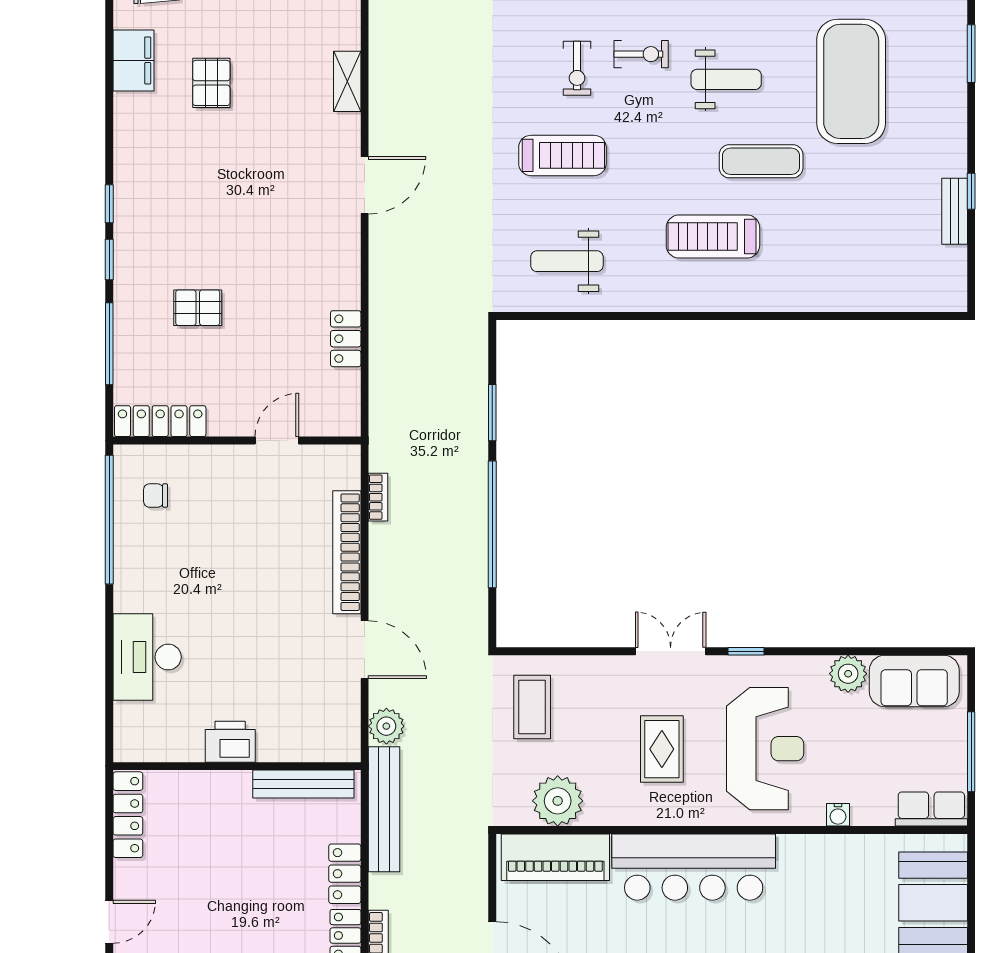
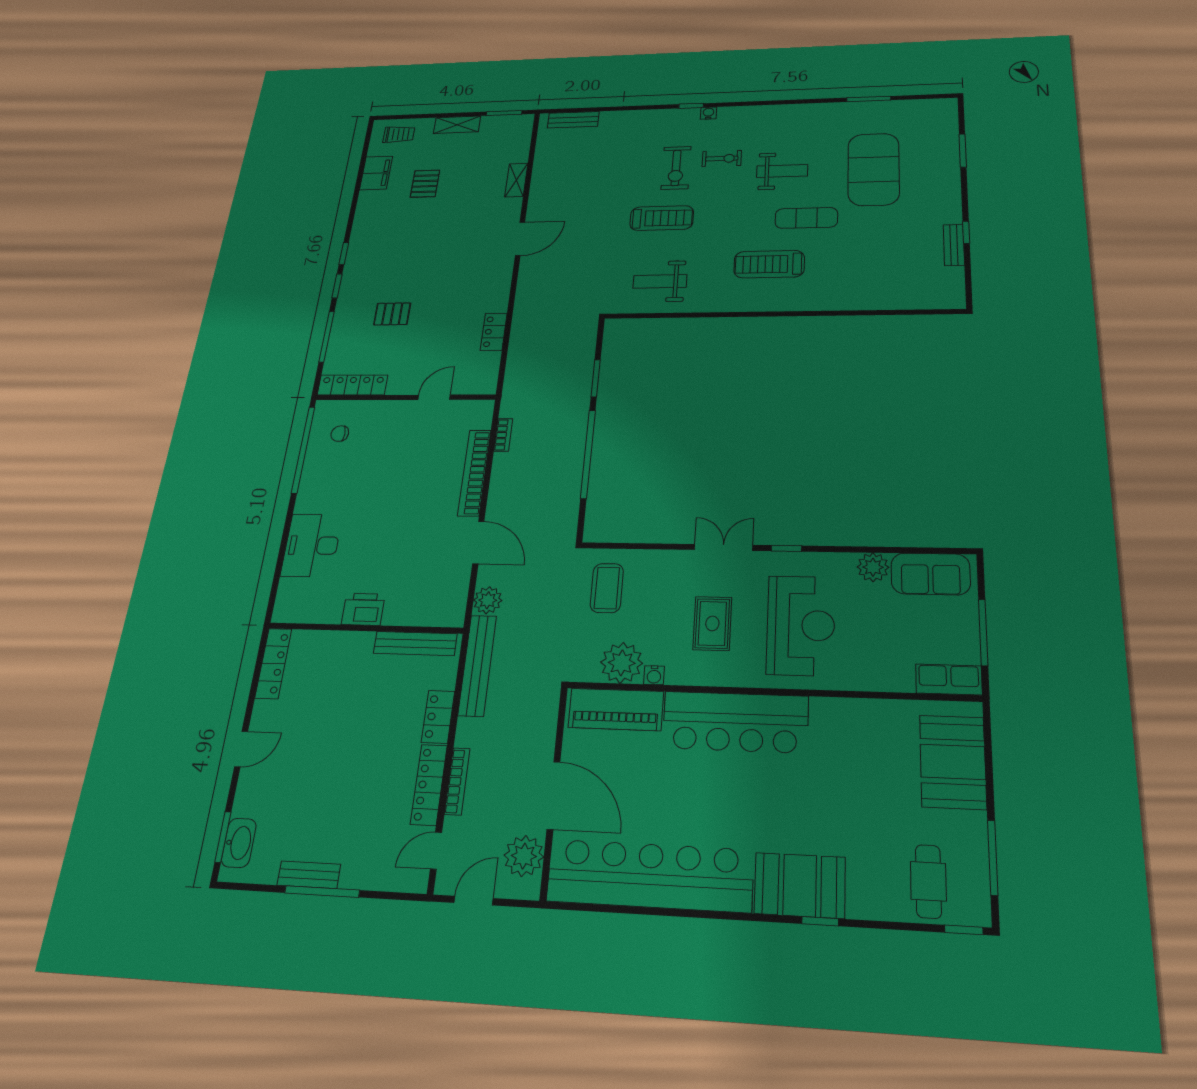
exercise bike: (577, 68) -> (676, 168), width x1.38, depth x1.39
water cooler: (838, 815) -> (654, 675), moved

